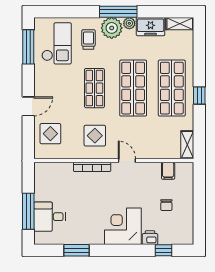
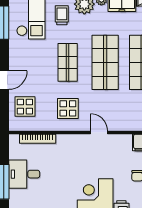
bookcase: (92, 167) -> (38, 139), moved
desk: (50, 217) -> (24, 174), moved

